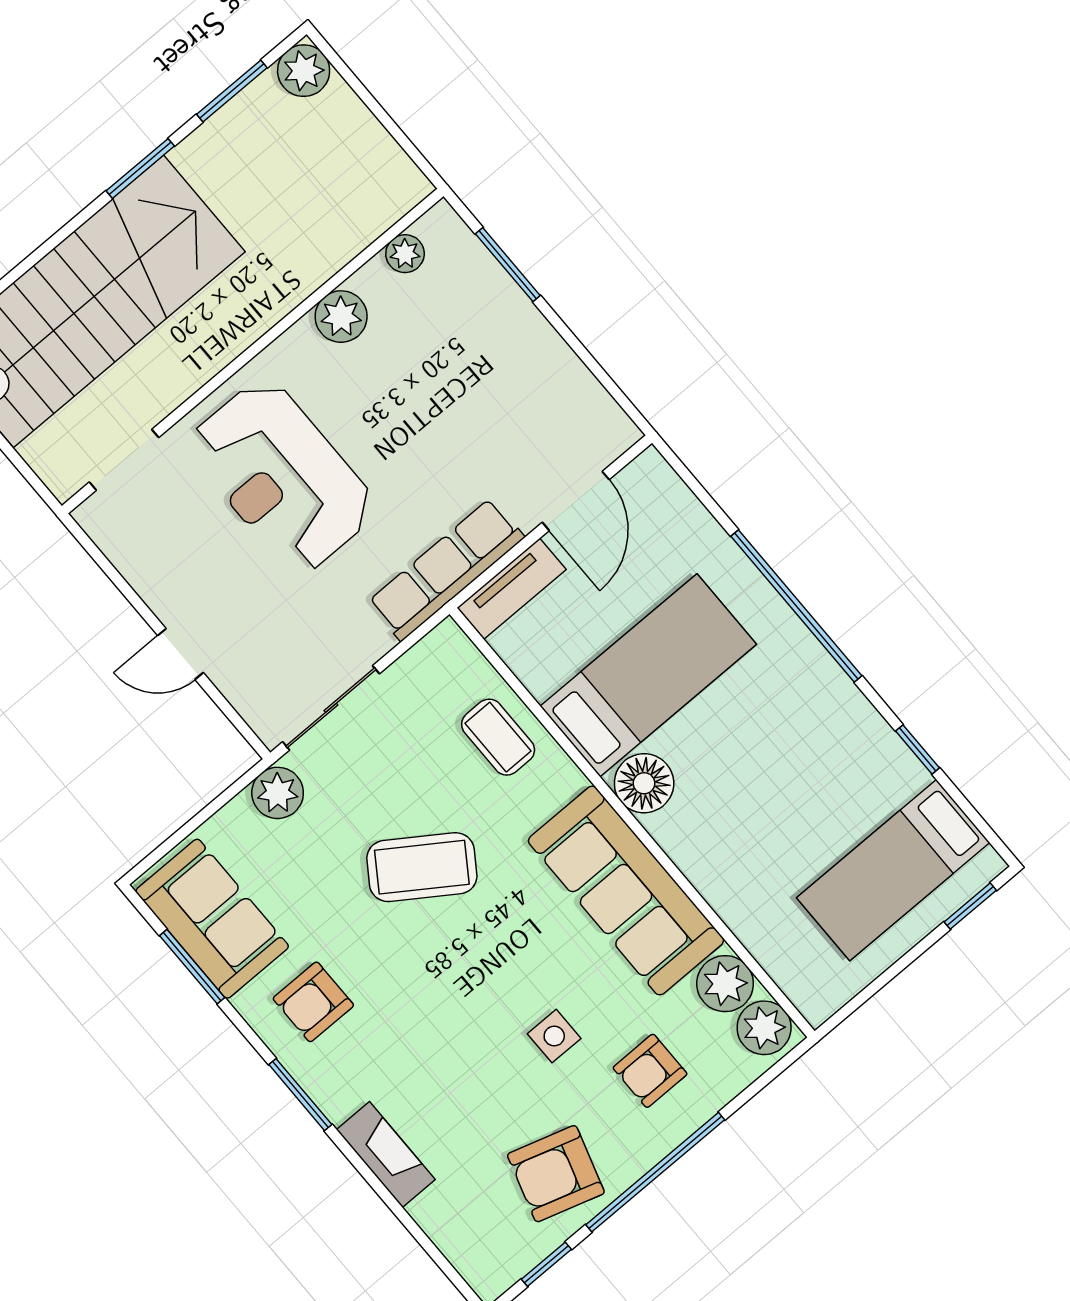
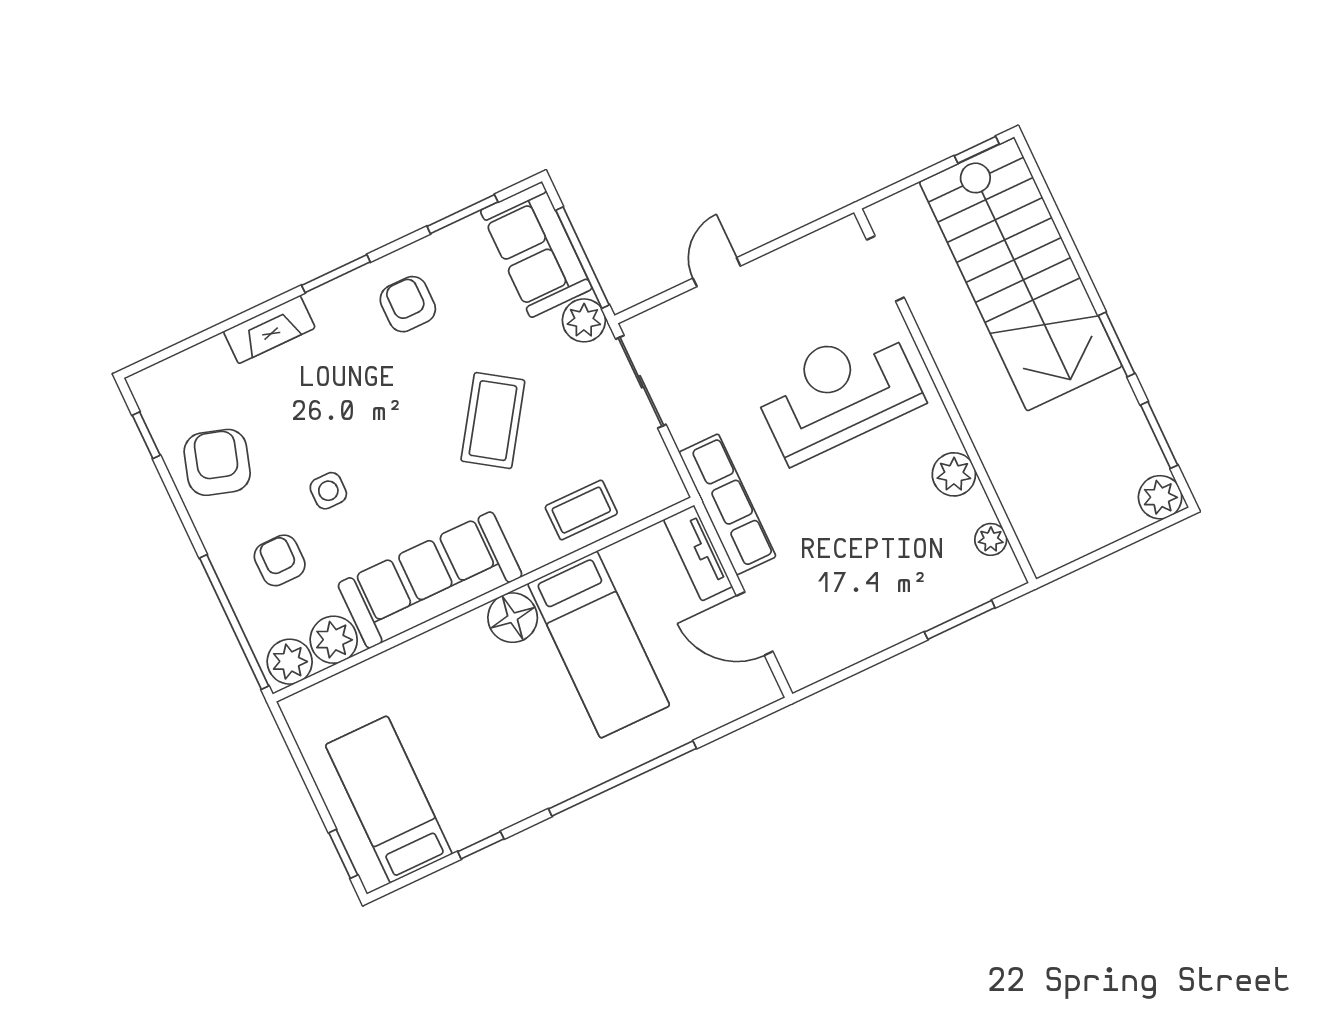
window: (205, 814) -> (582, 258), added
sofa: (212, 919) -> (536, 250), moved, turned 90
window: (655, 1172) -> (234, 622), moved

